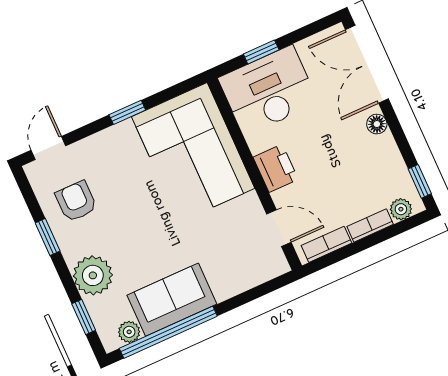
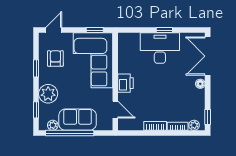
corner sofa: (193, 153) -> (93, 60), moved
printer: (276, 168) -> (126, 83), moved
wall: (255, 174) -> (115, 82), moved
door: (279, 228) -> (115, 110), moved

